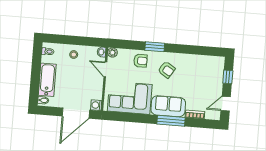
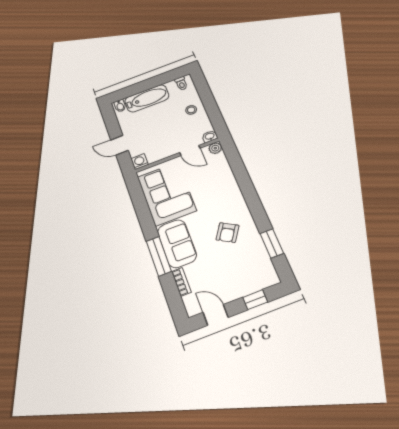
window: (155, 47) -> (272, 243), moved
armchair: (140, 61) -> (221, 183), removed
door: (105, 69) -> (190, 150), swing flipped
armchair: (167, 70) -> (227, 233), moved
door: (76, 113) -> (119, 145), width x0.53

